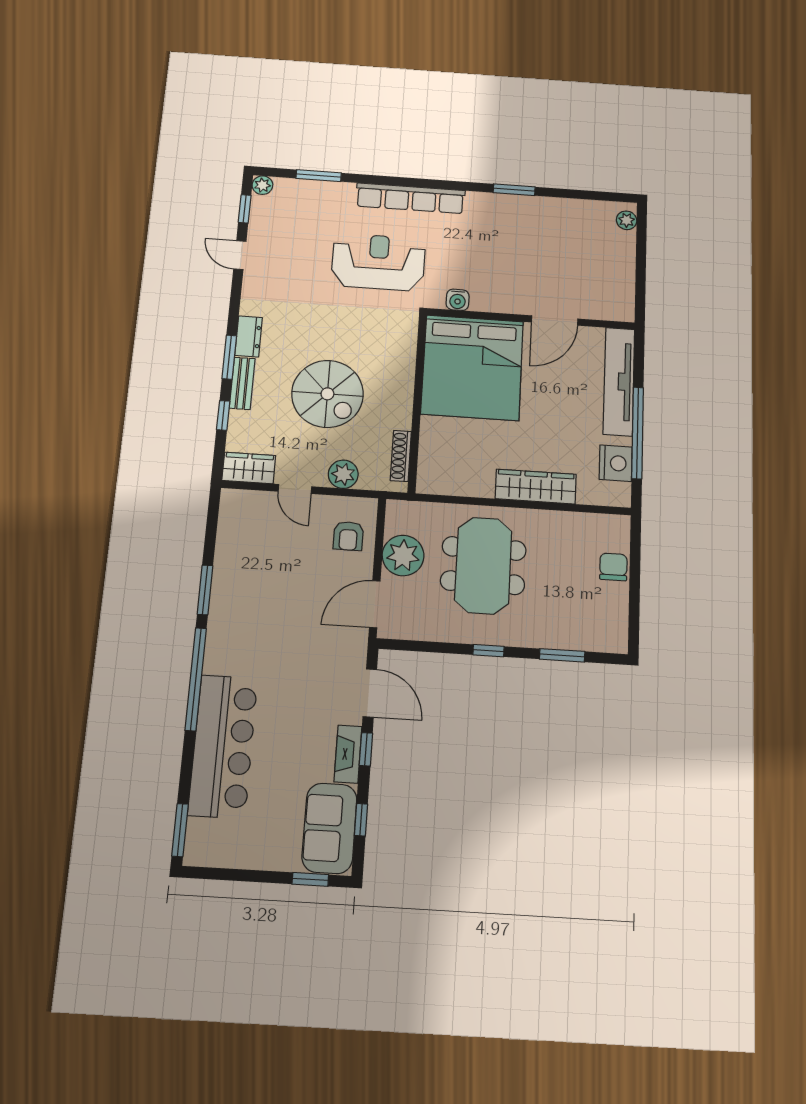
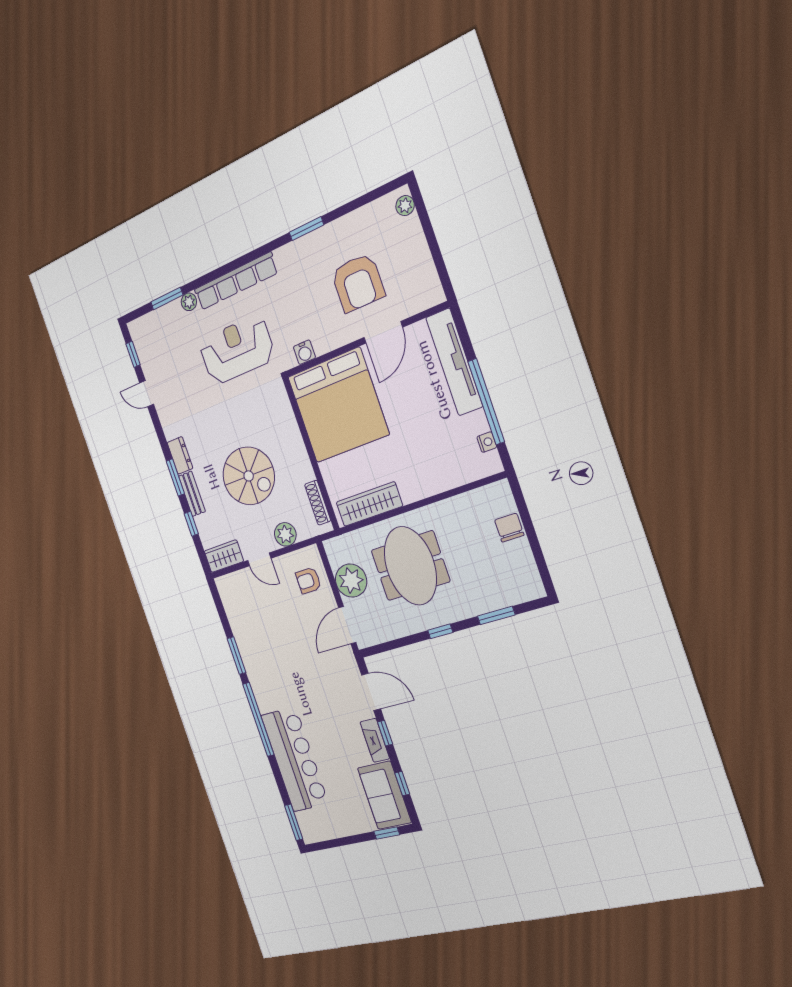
plant: (262, 185) -> (189, 302), moved
armchair: (547, 263) -> (358, 283), added
nightstand: (616, 463) -> (487, 442), width x0.53, depth x0.56
wardrobe: (536, 487) -> (369, 504), moved
armchair: (348, 536) -> (308, 580), turned 90

